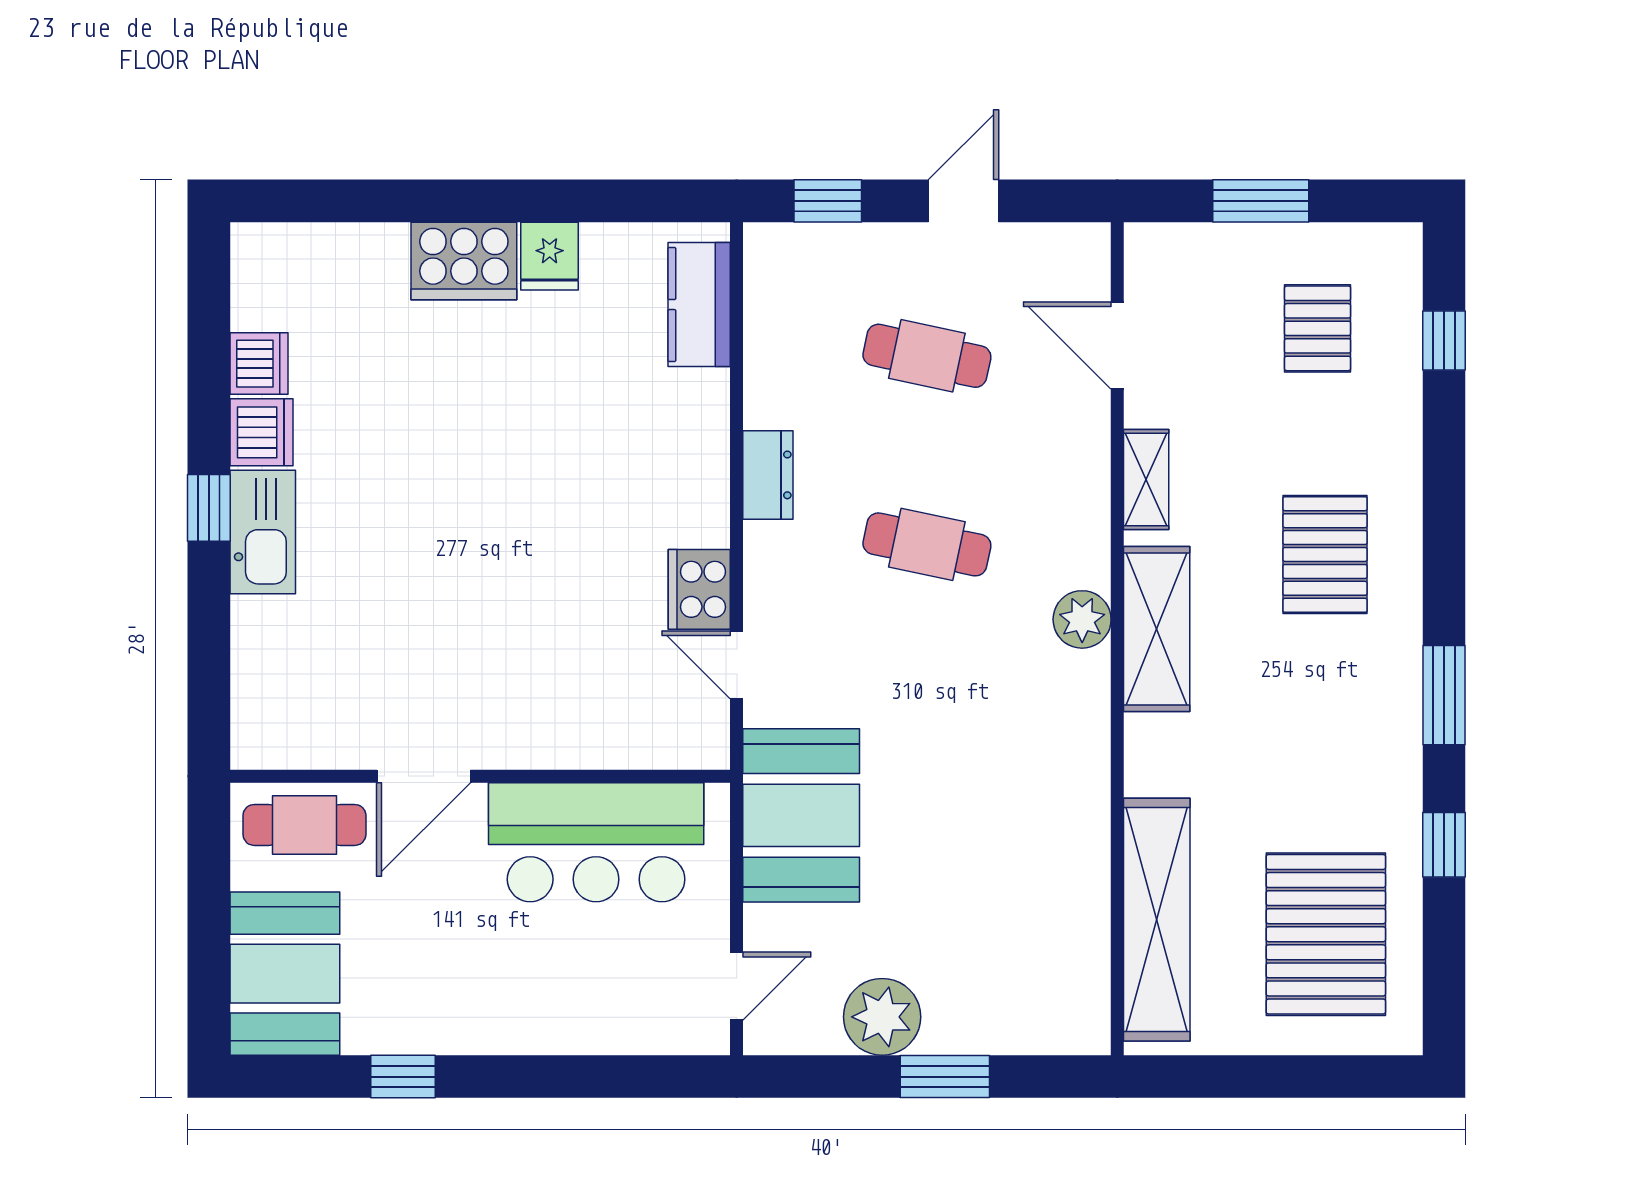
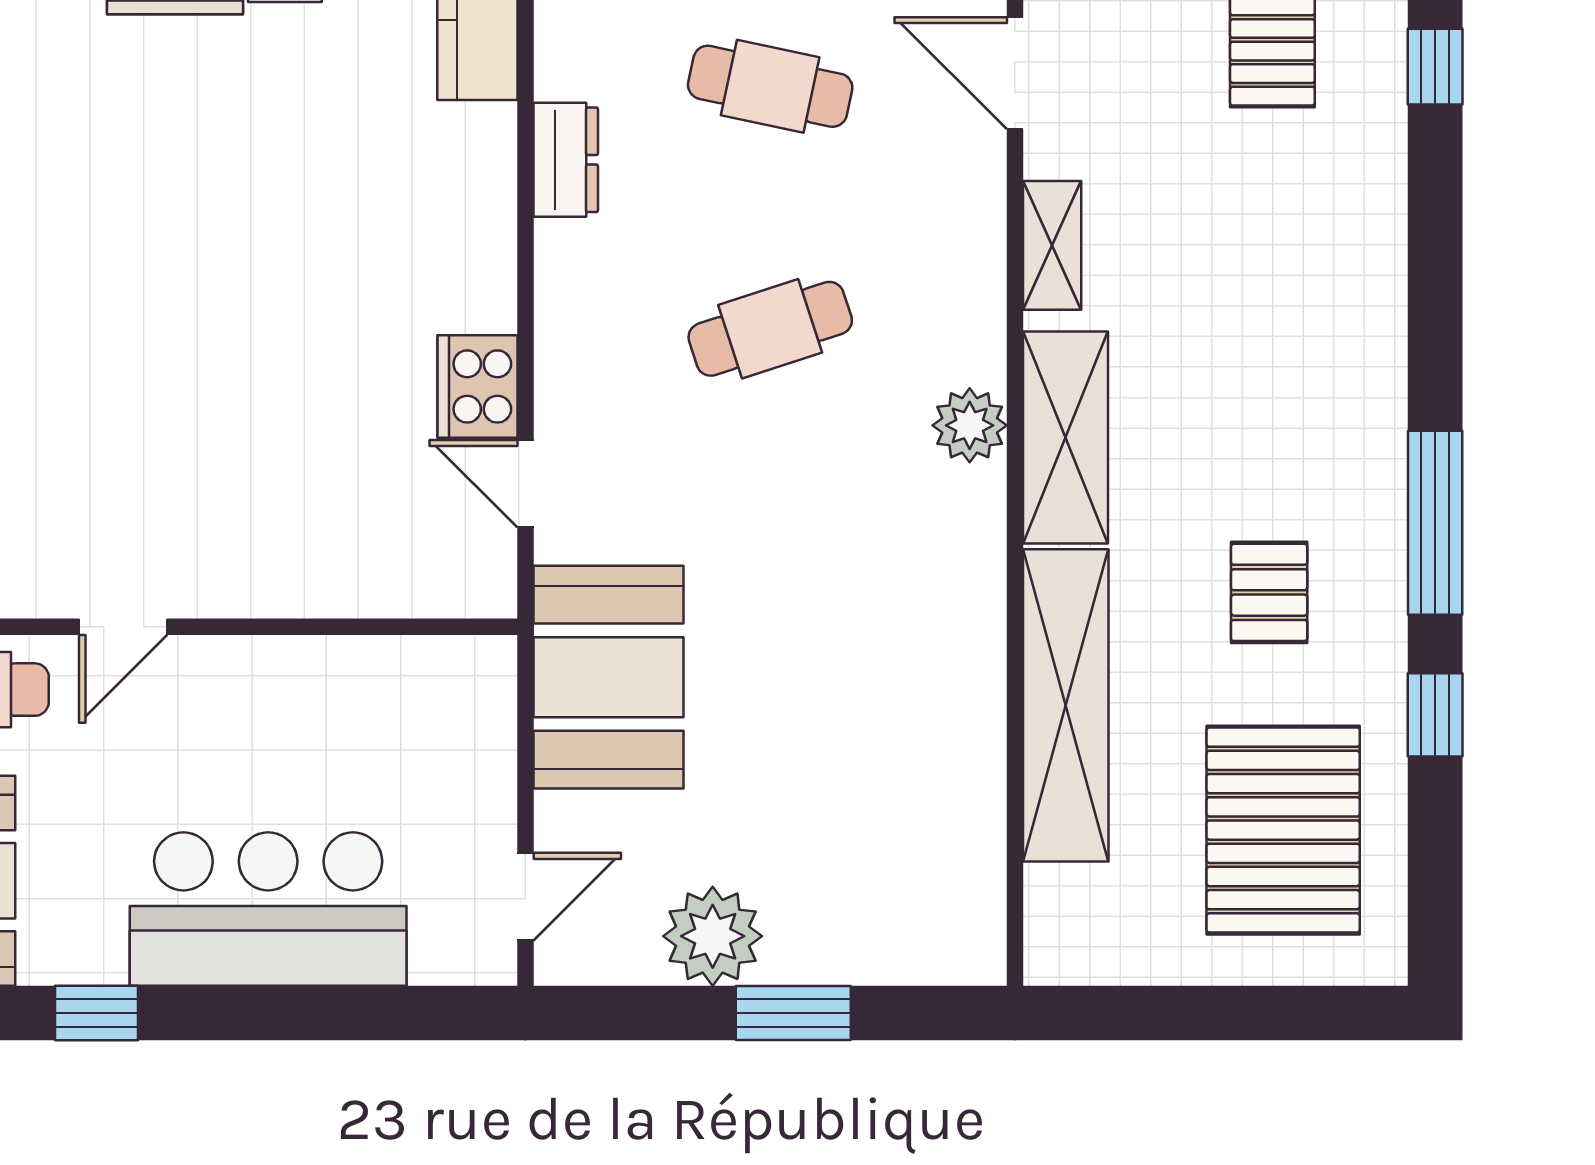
dresser: (768, 475) -> (566, 160), moved
cafe table: (927, 544) -> (770, 329), turned -30
pallet: (1325, 554) -> (1269, 592), moved, width x0.67, depth x0.71
window: (1444, 695) -> (1435, 523), width x1.44
door: (424, 776) -> (123, 627), width x0.73
bar counter: (596, 842) -> (268, 909), moved, turned 180
shelving: (1157, 920) -> (1066, 705), moved

